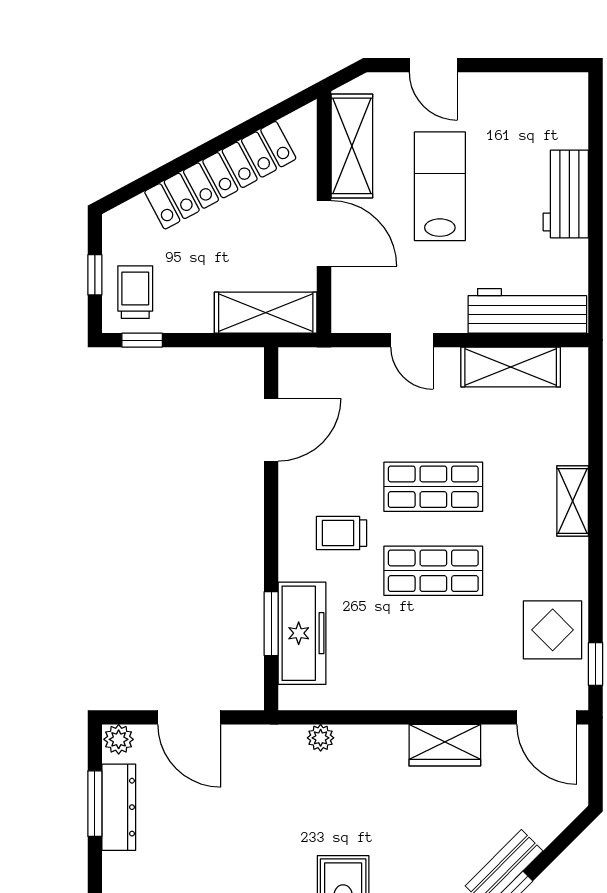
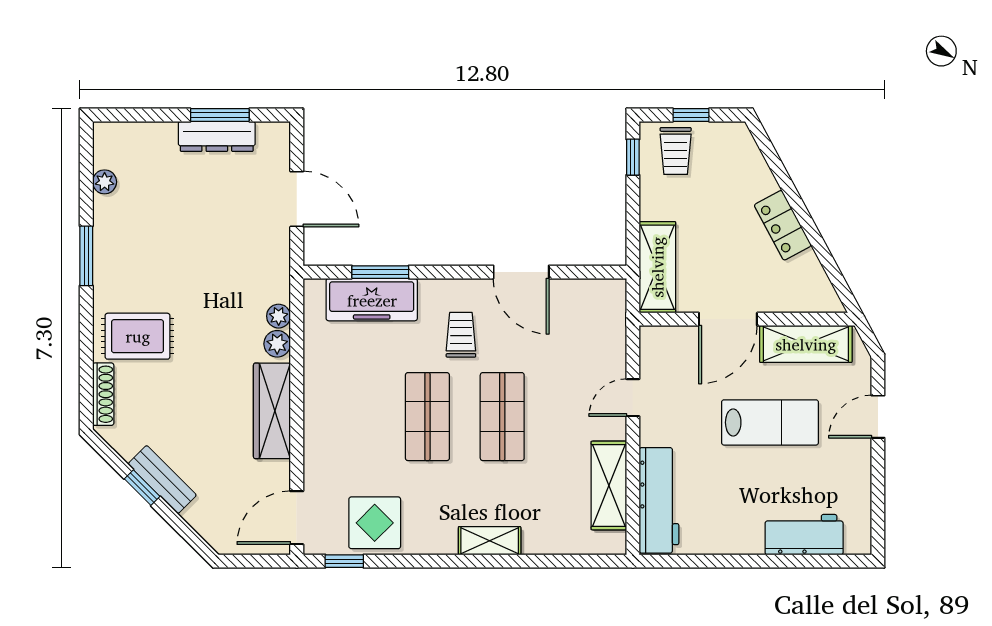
locker: (220, 175) -> (783, 225), width x0.46, depth x0.83
workbench: (566, 194) -> (804, 535), moved
trolley: (135, 292) -> (676, 151), turned 90
door: (271, 430) -> (521, 272), moved
door: (189, 717) -> (297, 199), swing flipped
plant: (119, 739) -> (277, 344), moved
wardrobe: (445, 745) -> (272, 411), width x1.50

